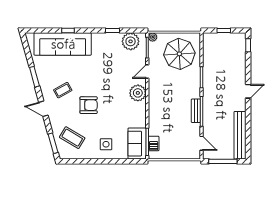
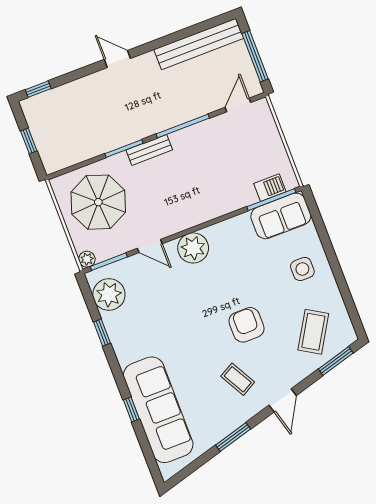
bench: (196, 111) -> (149, 150), moved

